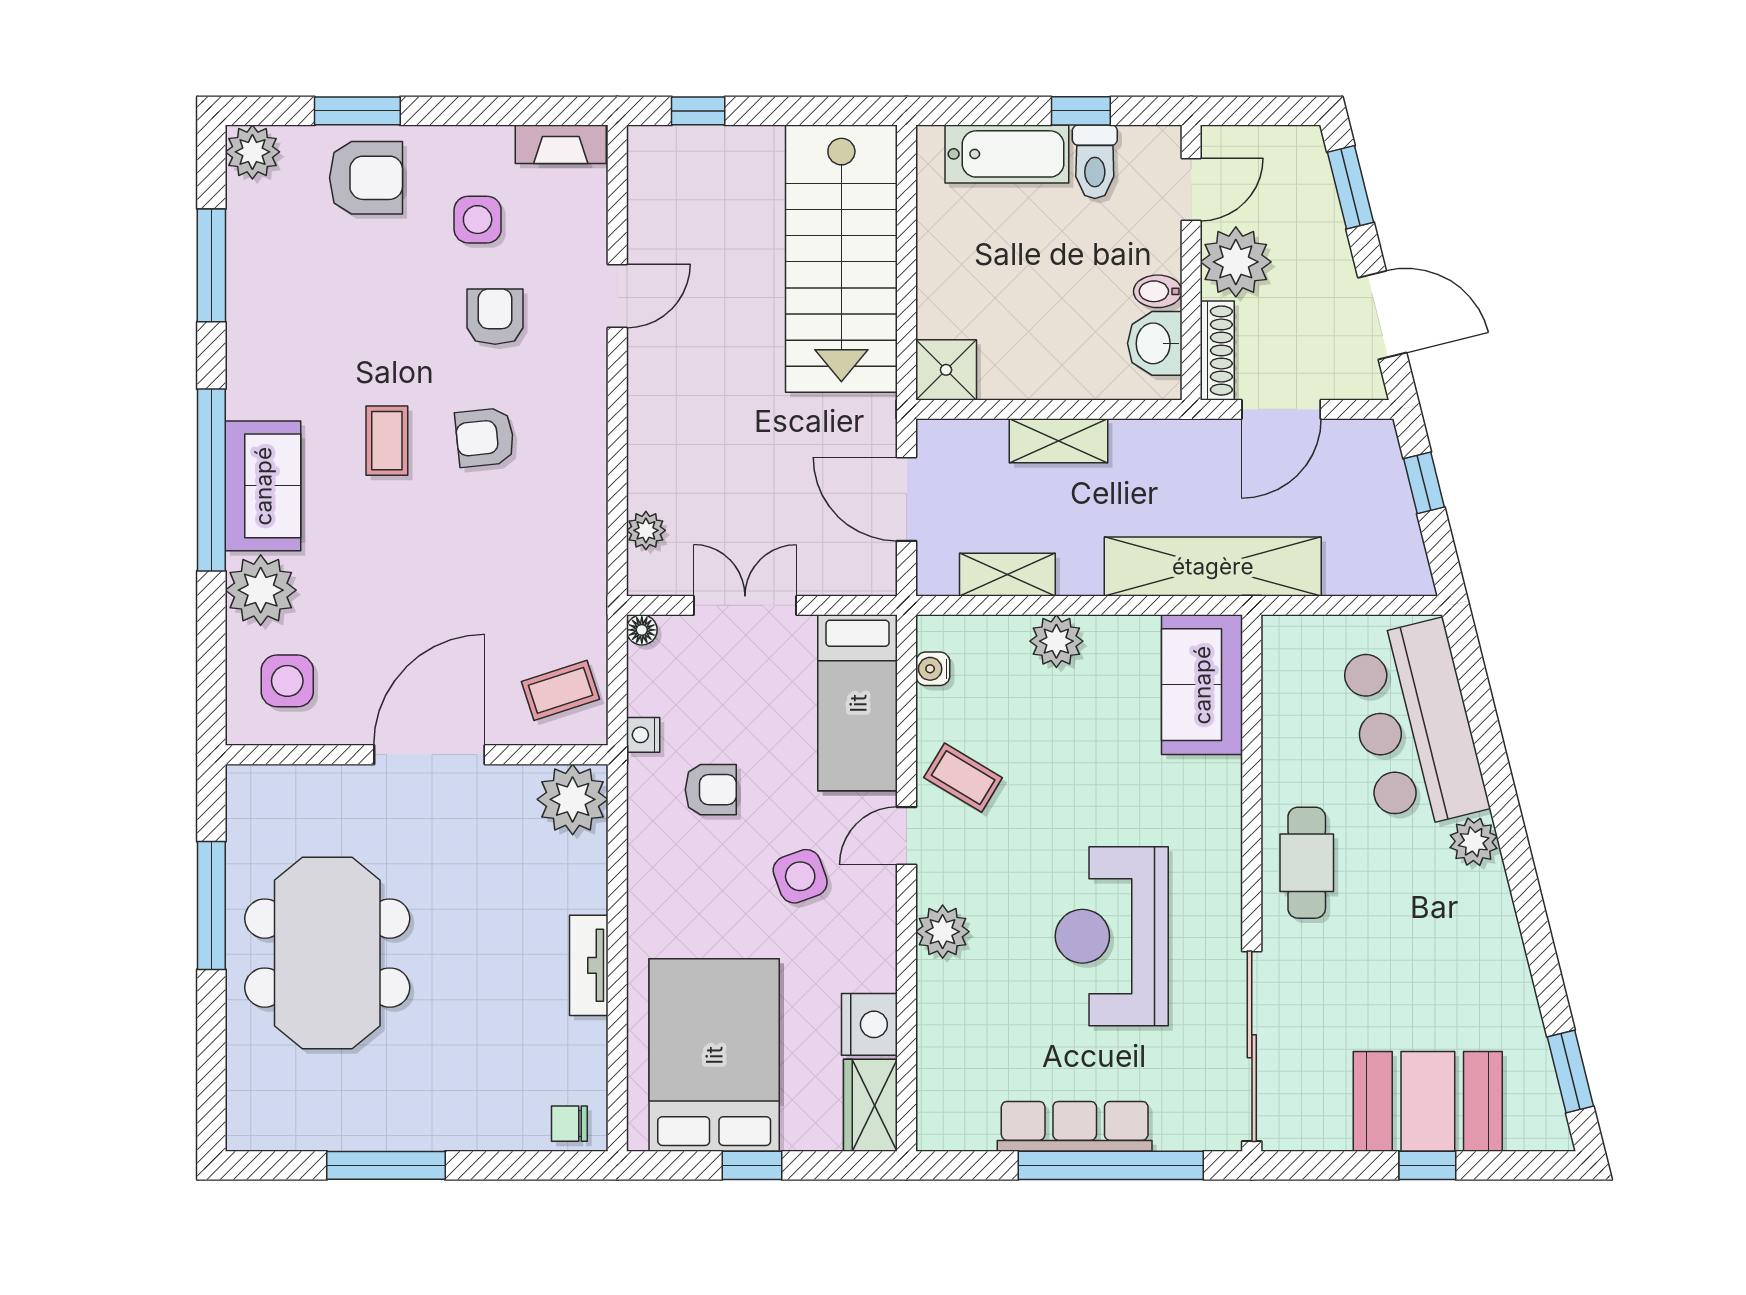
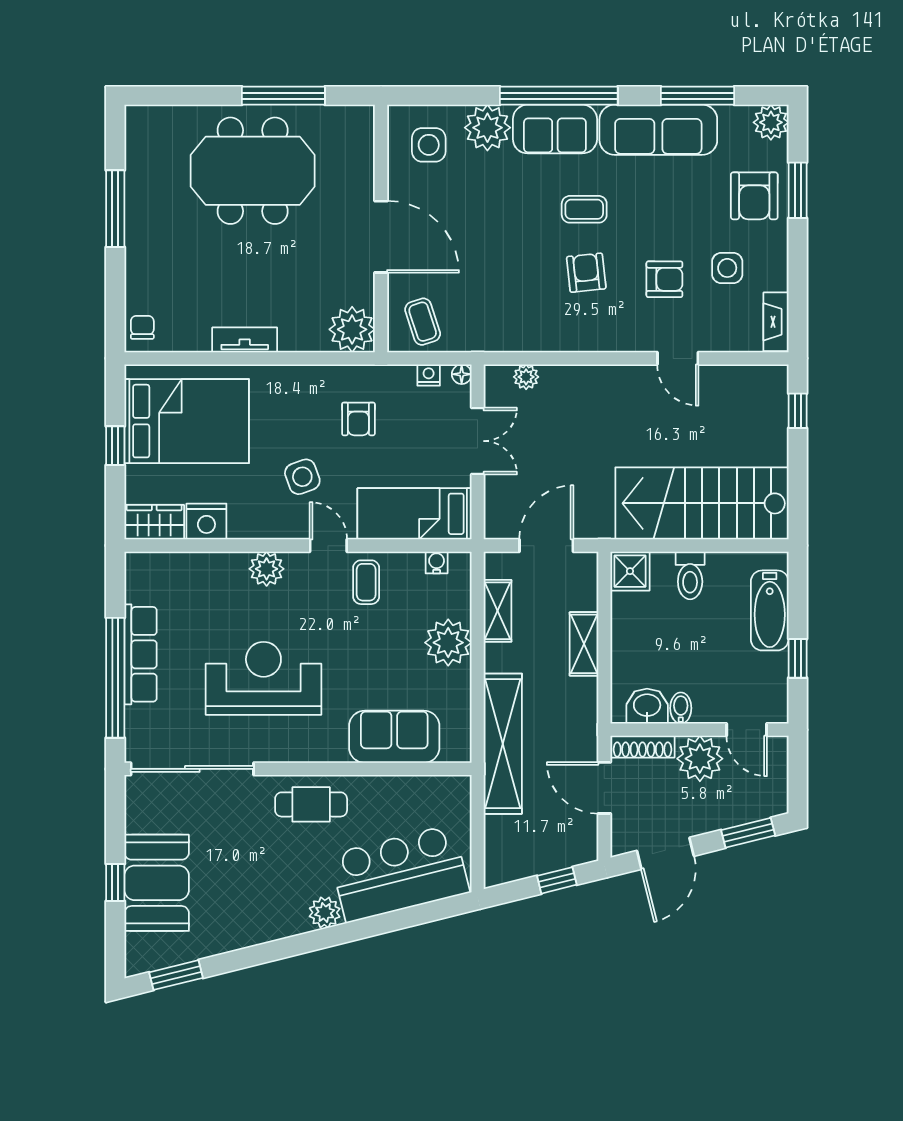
toilet: (1095, 162) -> (690, 575), moved, turned -90
sofa: (264, 326) -> (658, 130), added
plant: (1056, 641) -> (448, 643), width x1.36, depth x1.36
sofa: (1202, 685) -> (394, 737), moved
nightstand: (643, 735) -> (429, 375), moved
coffee table: (963, 778) -> (366, 582), turned -31

